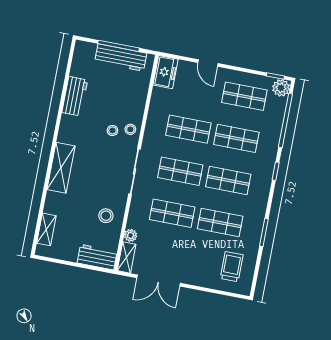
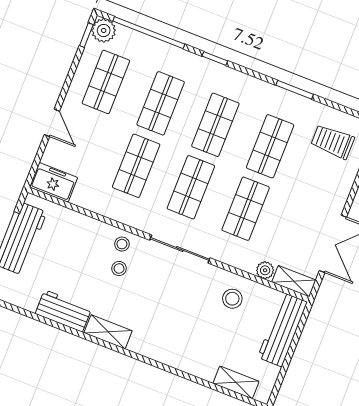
door: (208, 63) -> (52, 123), hinge flipped
shelving: (61, 168) -> (108, 332), moved, width x0.67, depth x0.75
workbench: (97, 257) -> (282, 330), width x1.38

